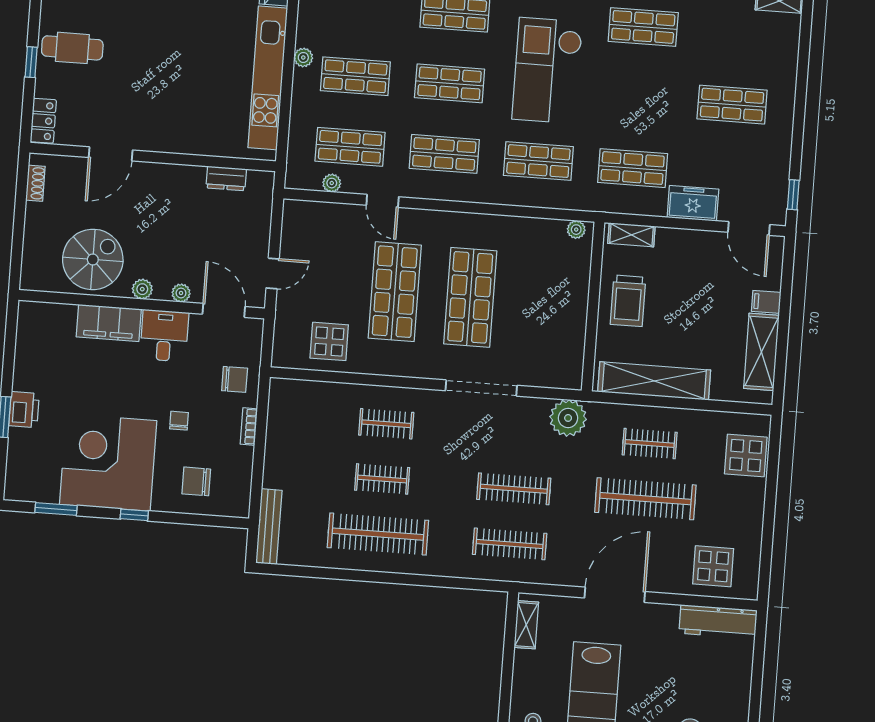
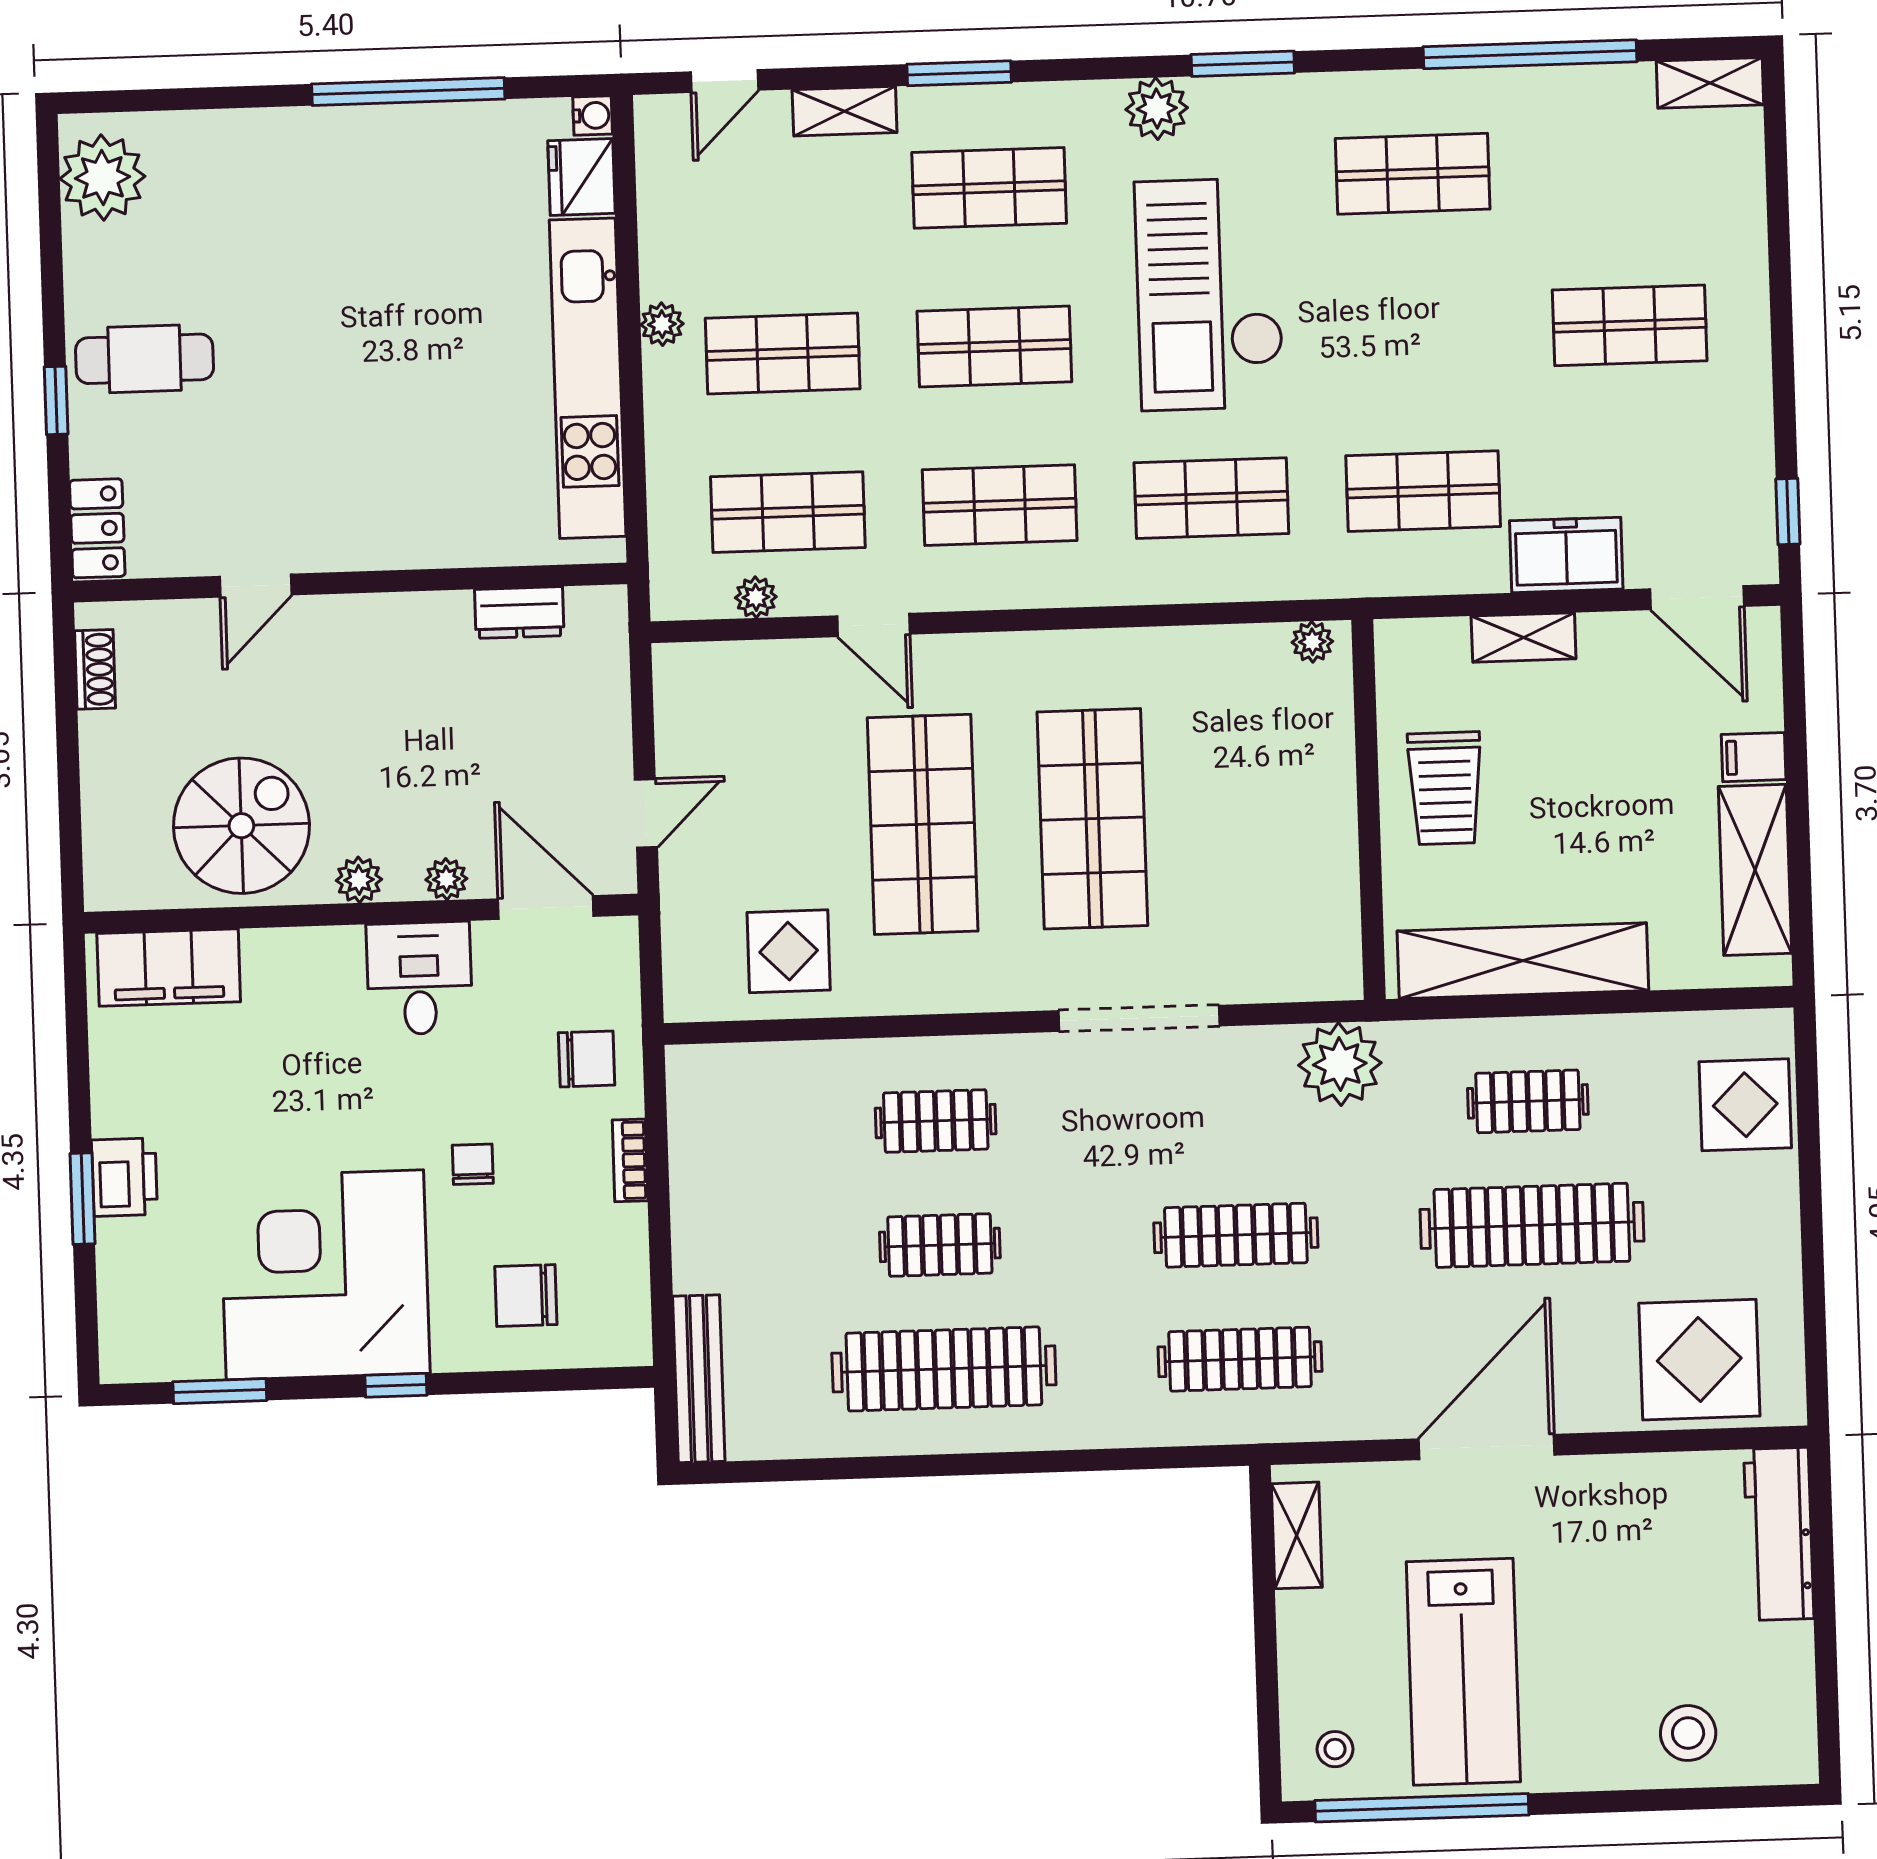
door: (111, 154) -> (256, 586), width x0.73
shelving: (631, 235) -> (1524, 637), moved
filing cabinet: (109, 323) -> (169, 968), moved
display table: (713, 566) -> (1699, 1360), width x1.36, depth x1.36
workbench: (718, 622) -> (1779, 1534), moved, turned 90

